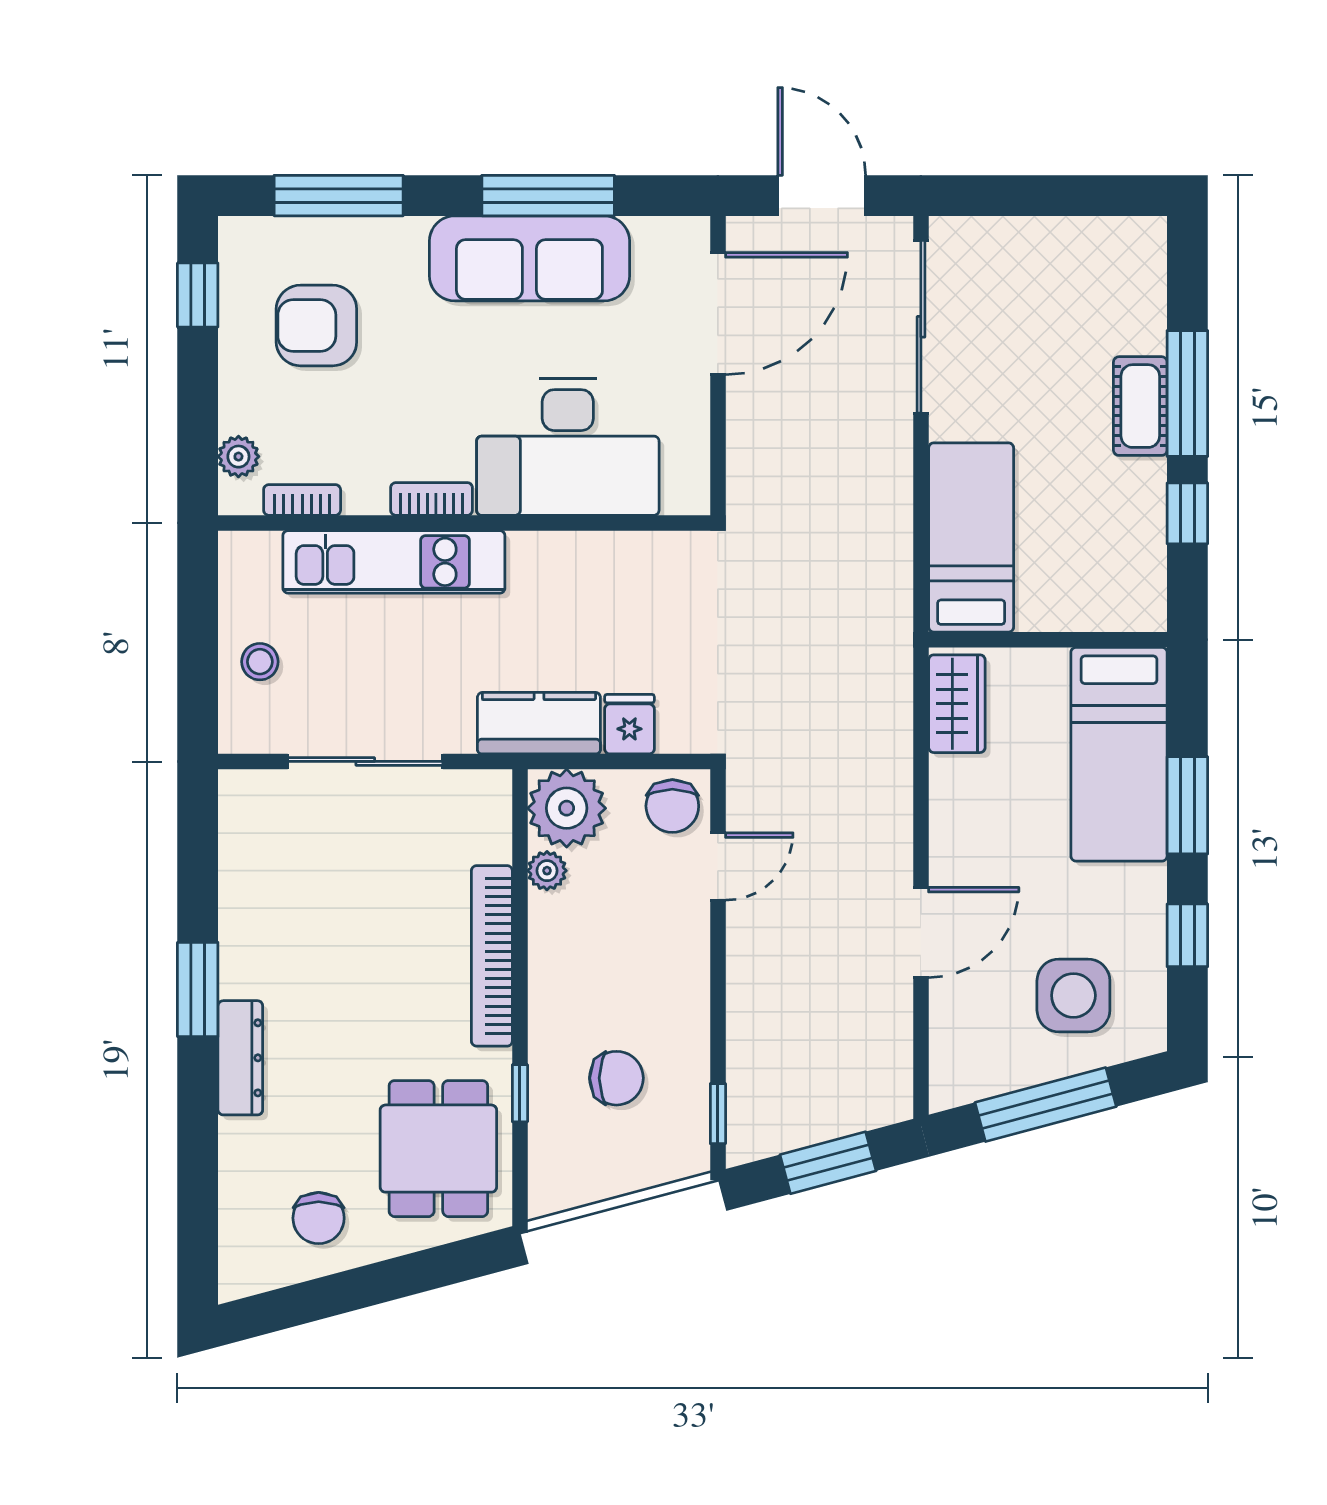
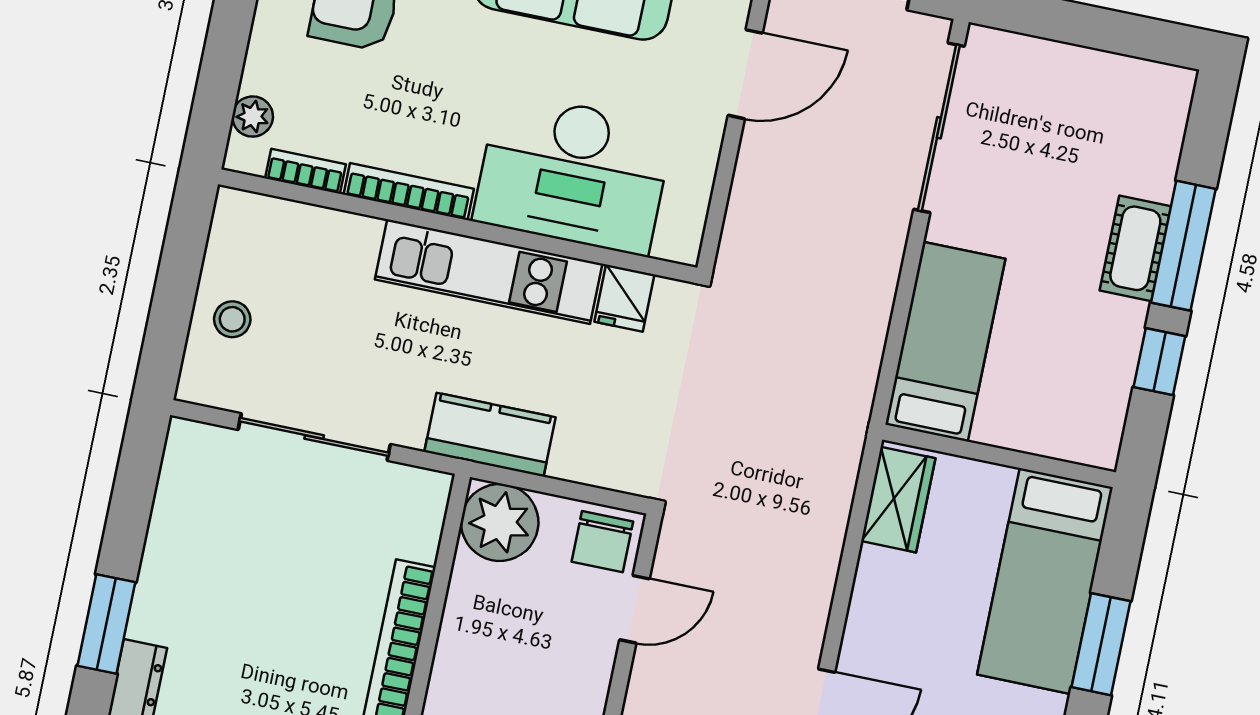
door: (718, 314) -> (745, 74), width x0.73
bookcase: (432, 499) -> (409, 192), width x1.56
kitchen unit: (394, 562) -> (489, 272), moved
fridge: (629, 724) -> (624, 298), moved, turned 180
plant: (547, 871) -> (468, 579), removed

